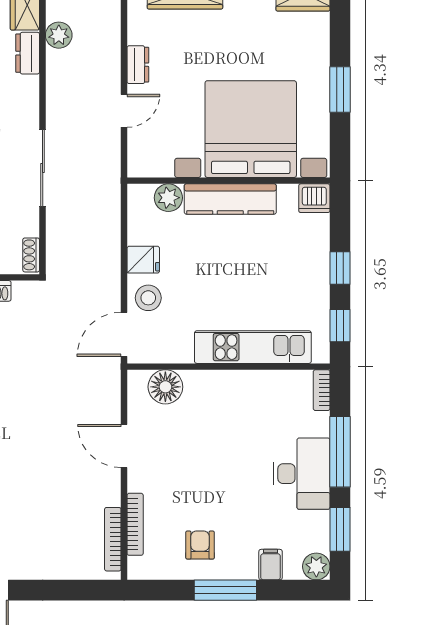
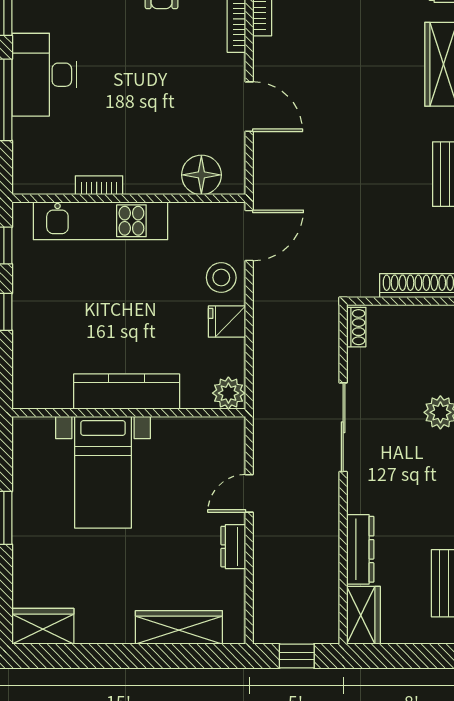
plant: (59, 35) -> (324, 581), removed
dresser: (28, 53) -> (360, 549), width x1.44
bed with nightstands: (251, 129) -> (103, 472), width x0.54
plant: (168, 198) -> (228, 393), moved
dishwasher: (314, 198) -> (30, 392), removed
bookcase: (322, 390) -> (99, 185), moved, turned -90

